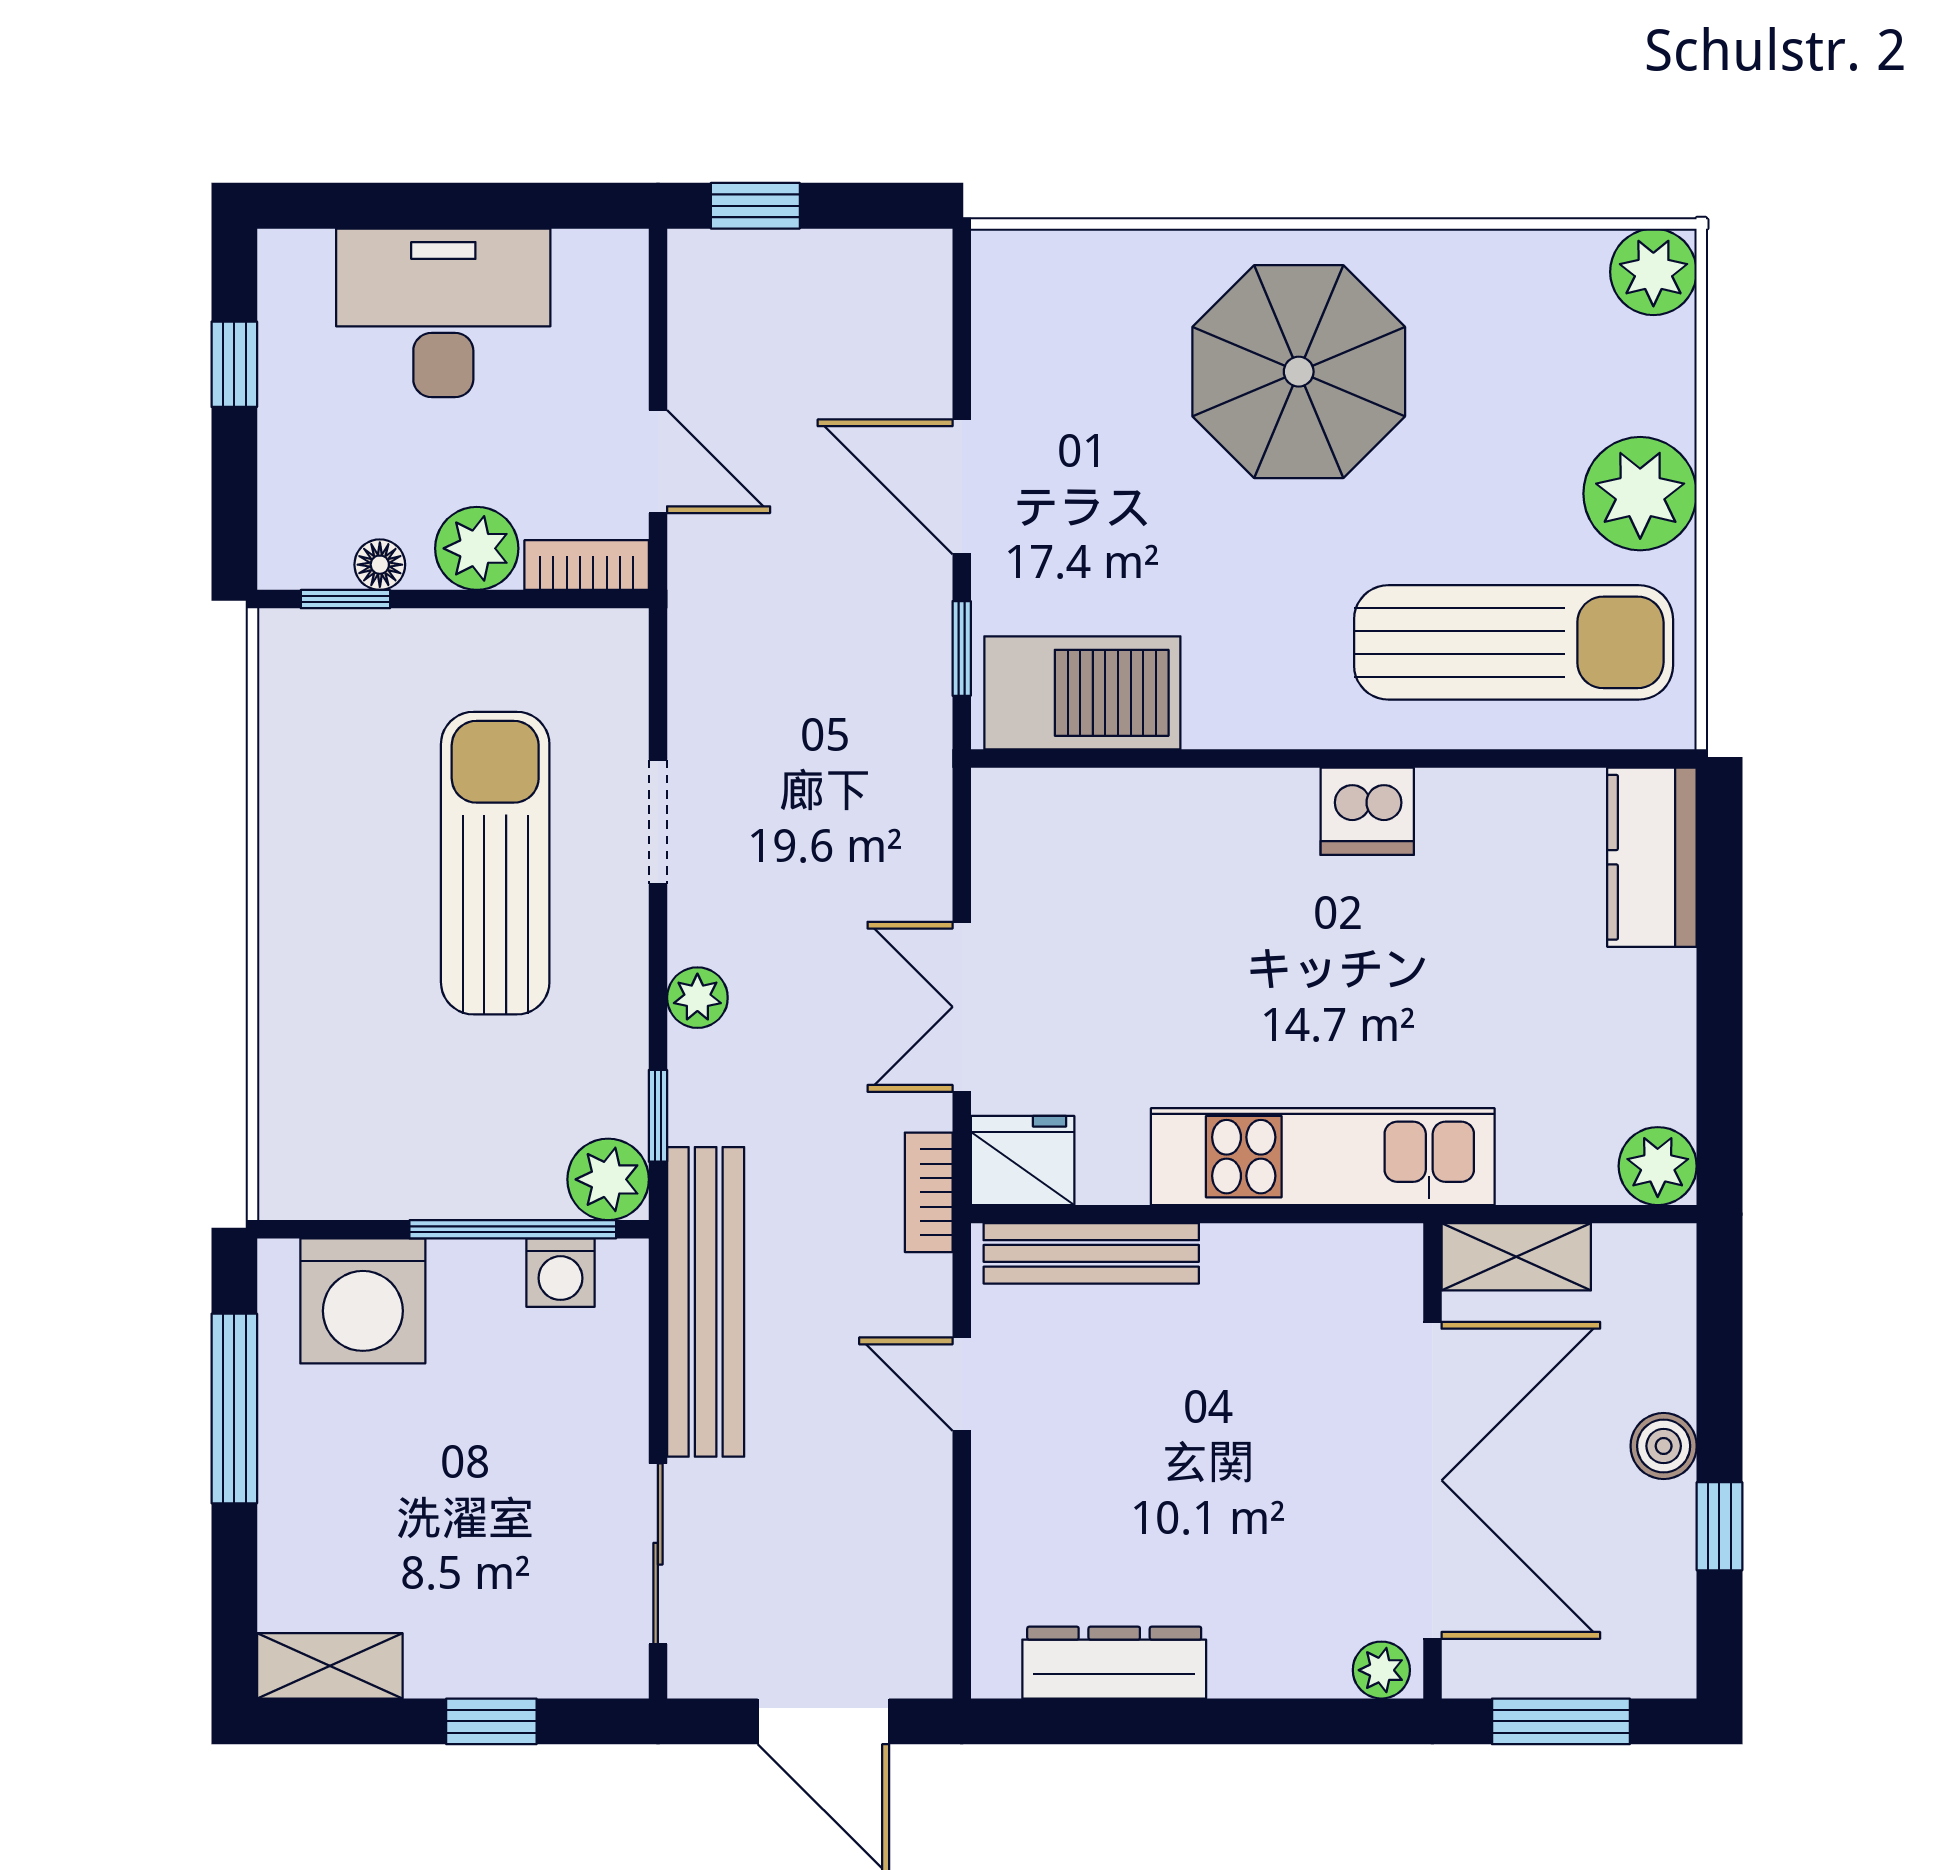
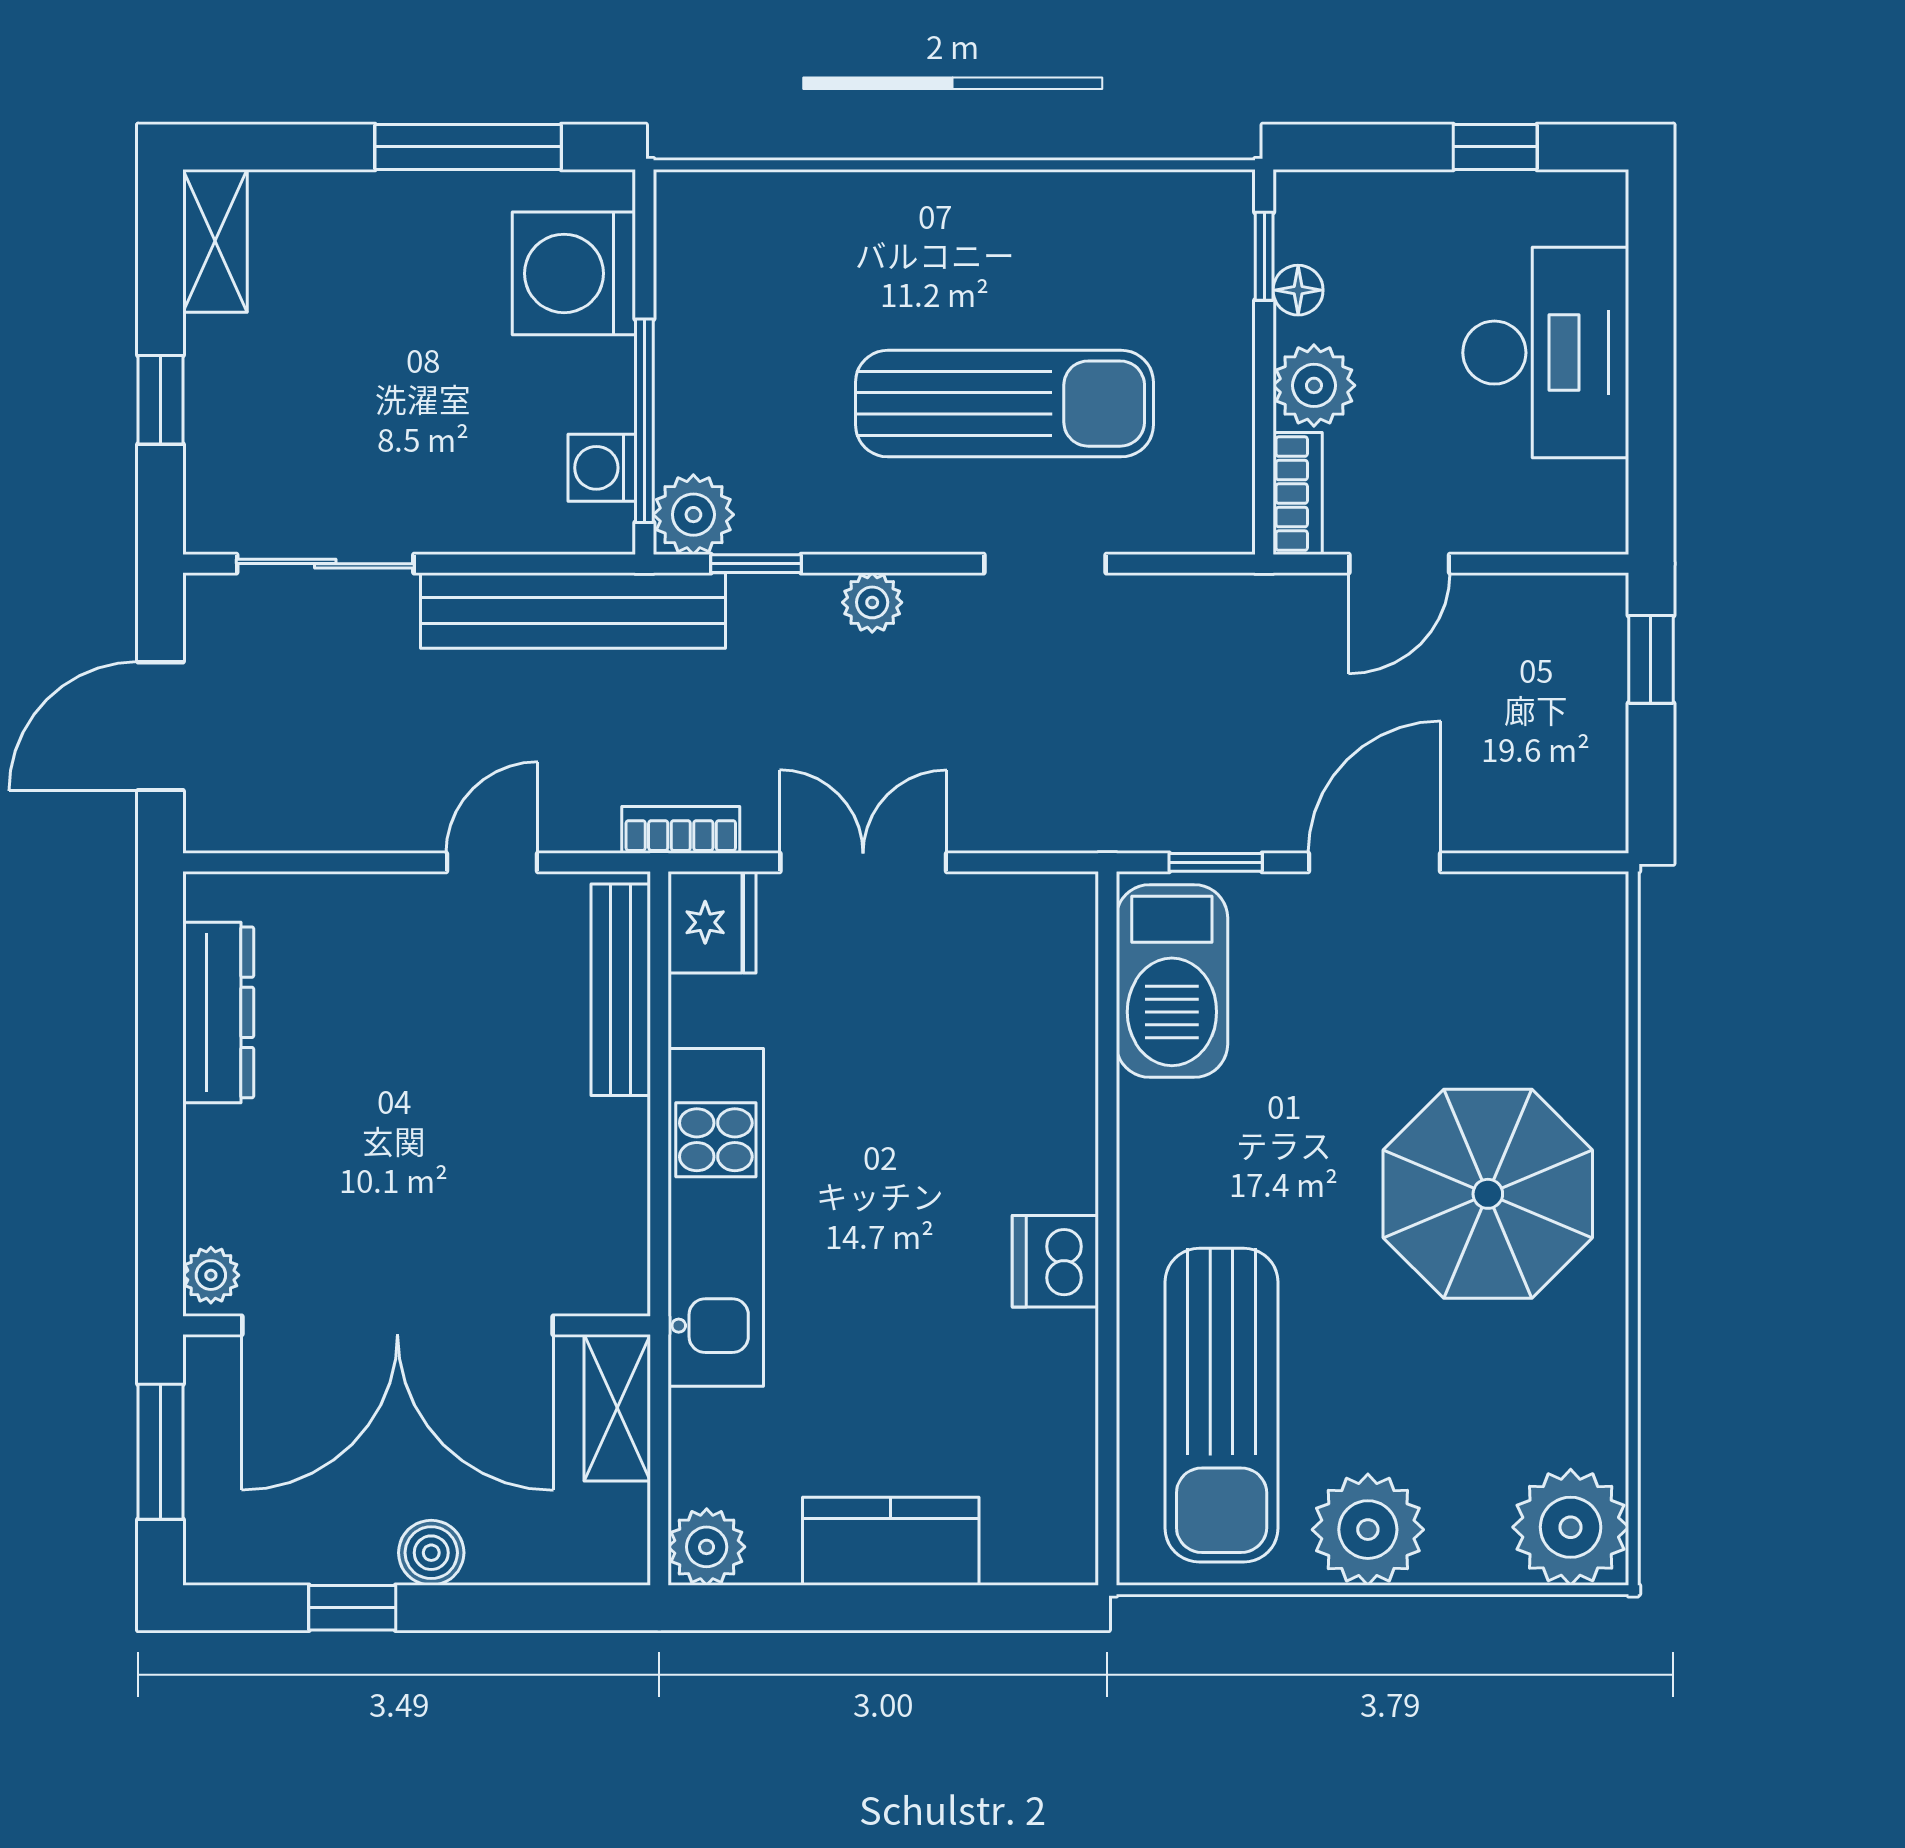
plant: (1653, 272) -> (1571, 1527), width x1.36, depth x1.36
kitchen counter: (1652, 857) -> (891, 1541), moved

